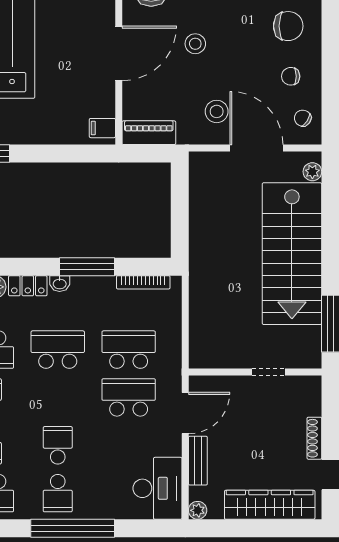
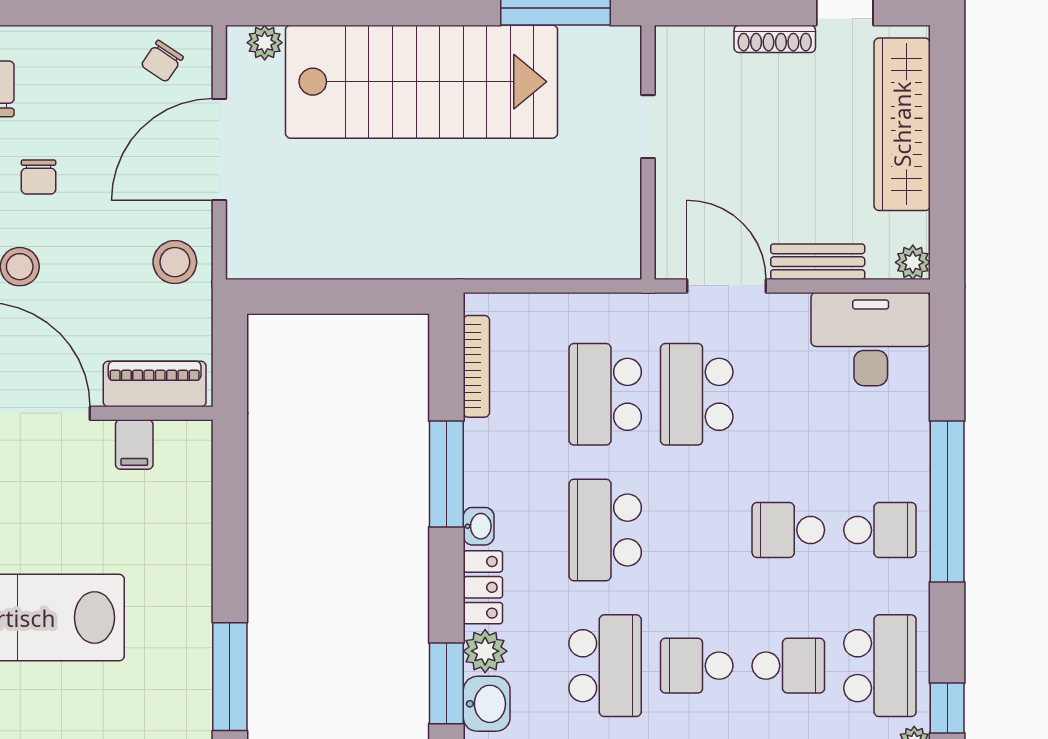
chair: (291, 76) -> (39, 177), moved
stool: (217, 111) -> (175, 262), moved
filing cabinet: (102, 128) -> (134, 445), moved
piano: (149, 133) -> (155, 384), moved, turned 90

